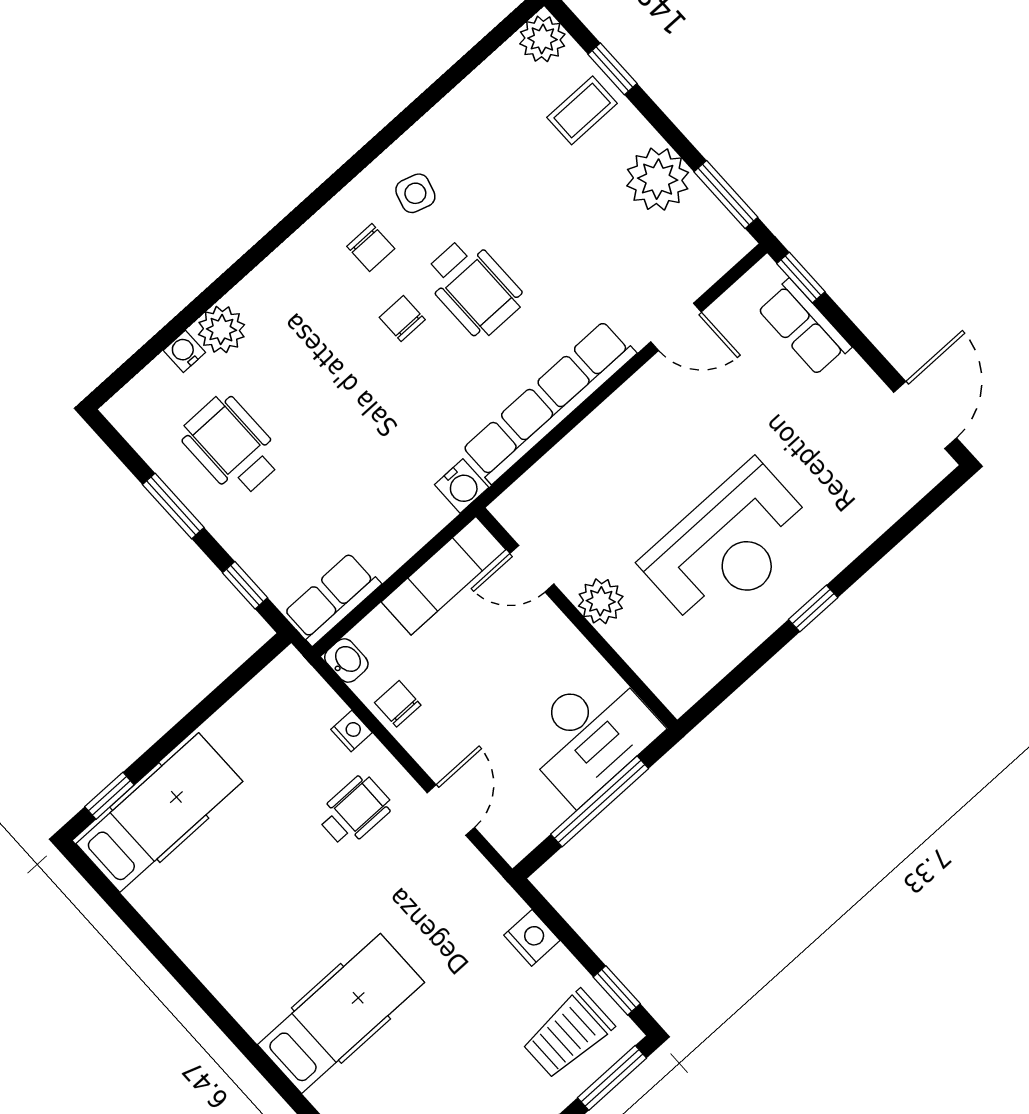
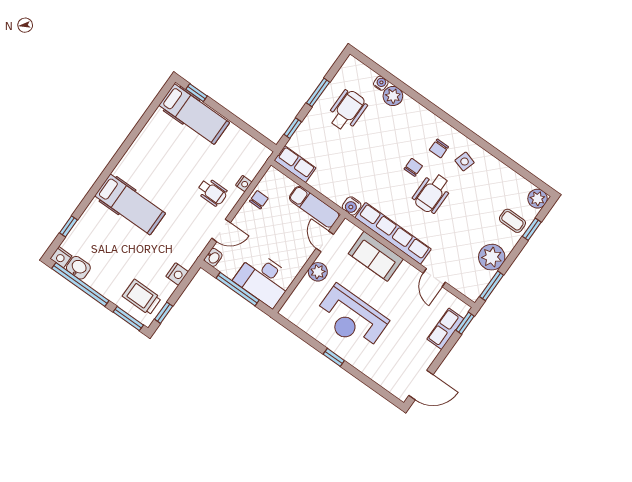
sofa: (594, 455) -> (376, 256), added
washbasin: (346, 661) -> (213, 257), moved

